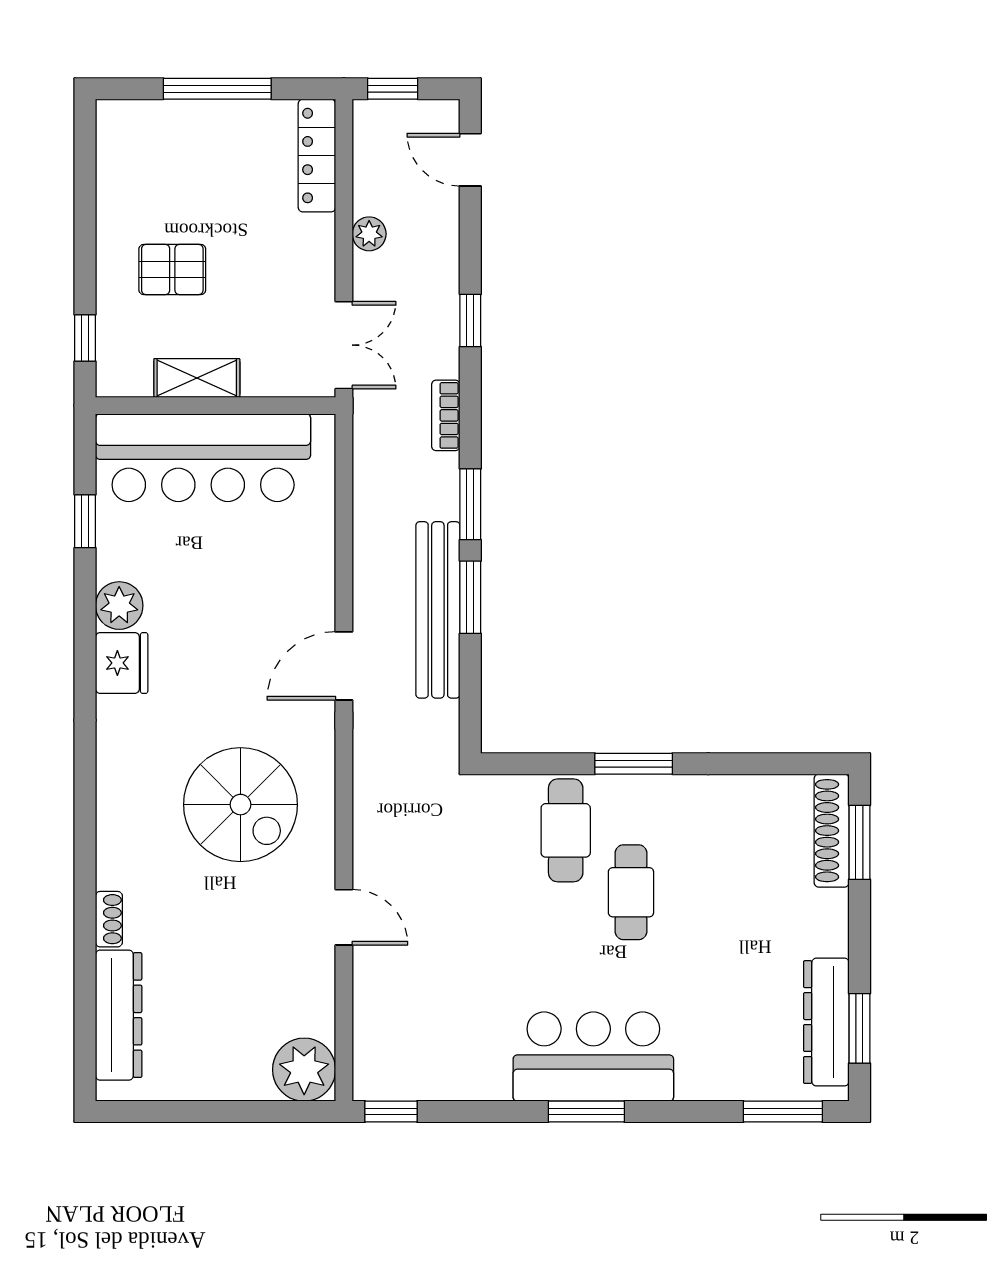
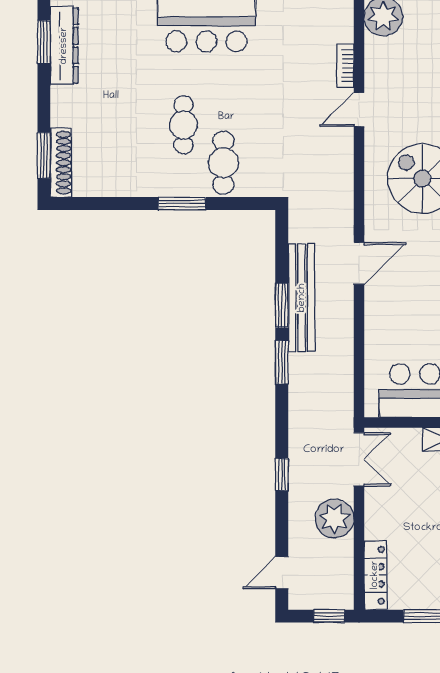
door: (470, 160) -> (282, 573), swing flipped
plant: (369, 234) -> (335, 518), width x1.88, depth x1.88
double door: (344, 345) -> (359, 459), swing flipped
bookcase: (446, 415) -> (345, 66), moved, turned 180
door: (344, 917) -> (359, 110), hinge flipped

